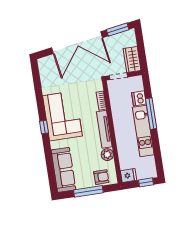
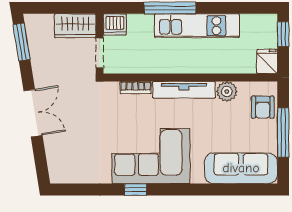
double door: (77, 43) -> (33, 113), width x0.54
dishwasher: (139, 98) -> (115, 24), moved
window: (44, 127) -> (136, 190), moved
armchair: (101, 177) -> (263, 107), turned 180

